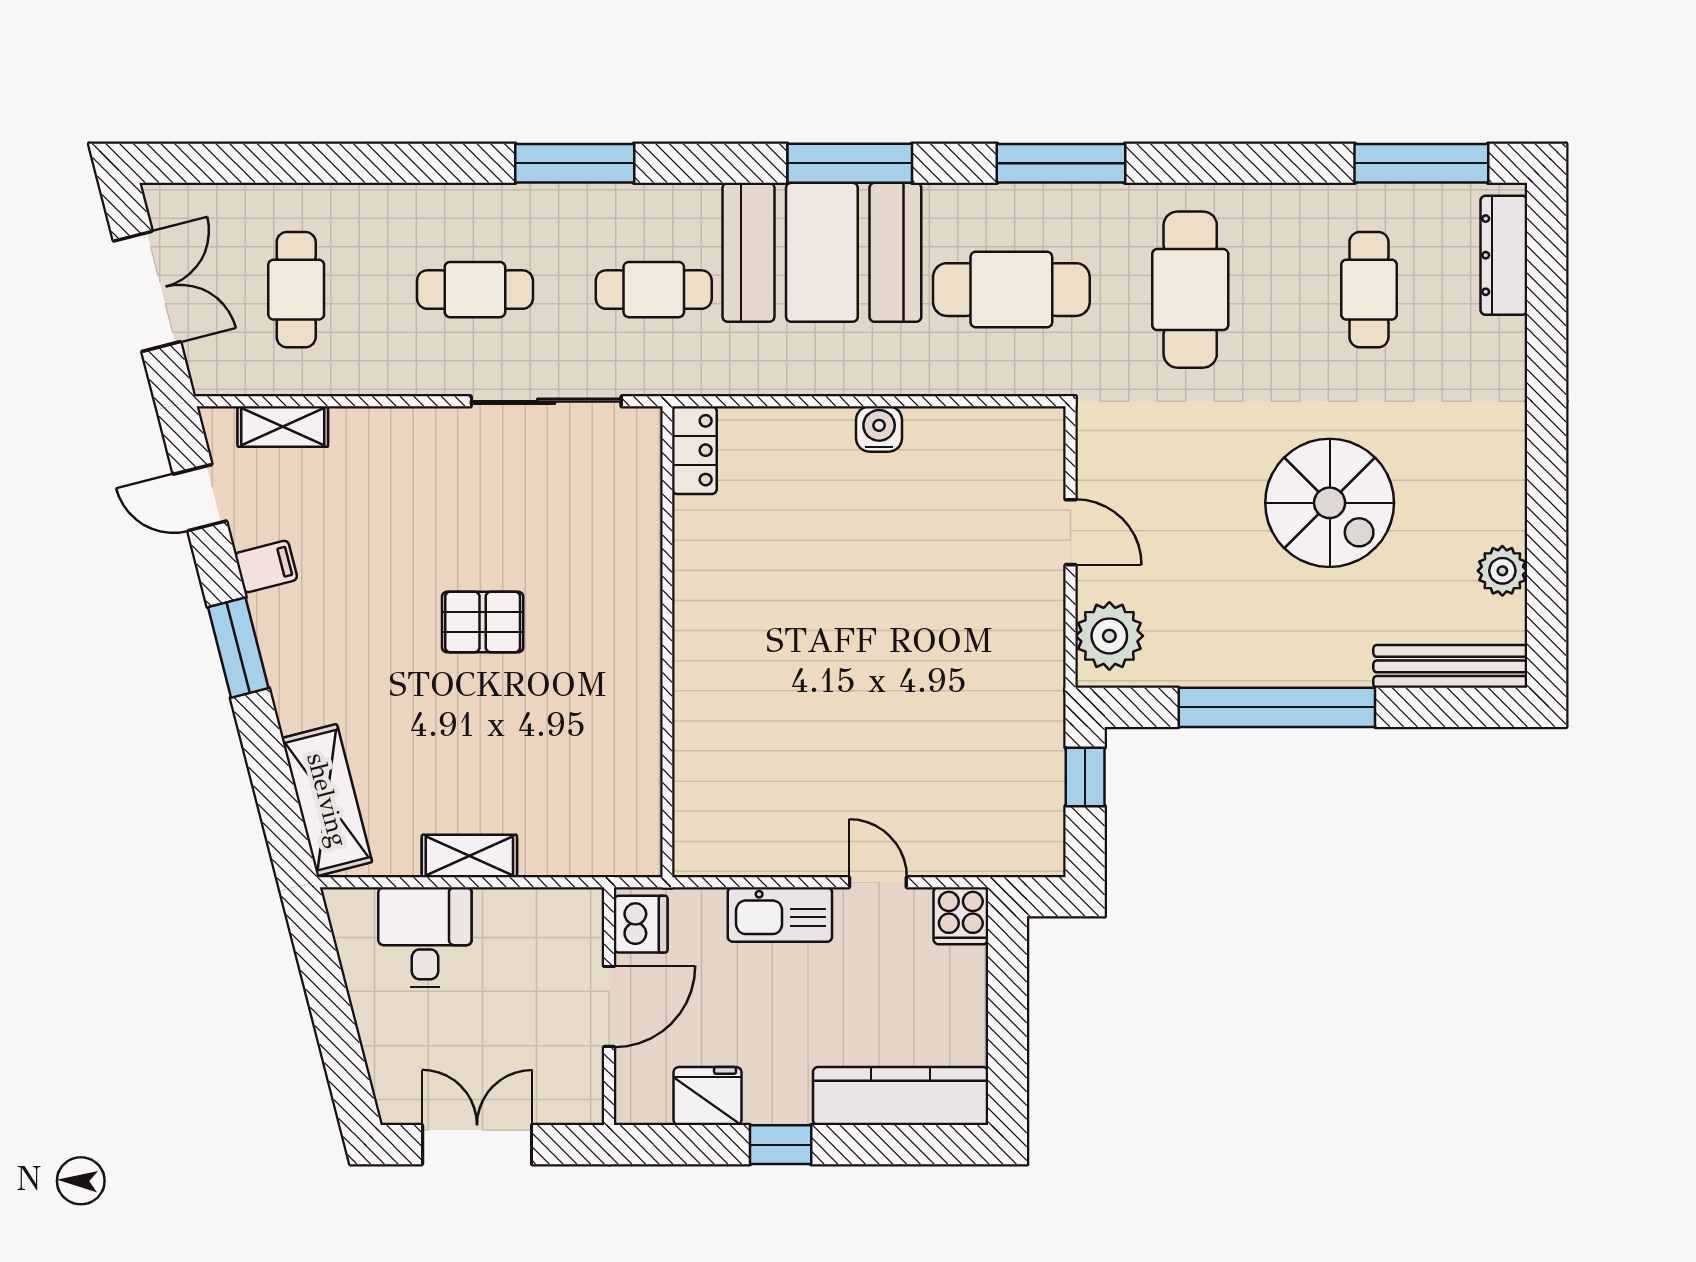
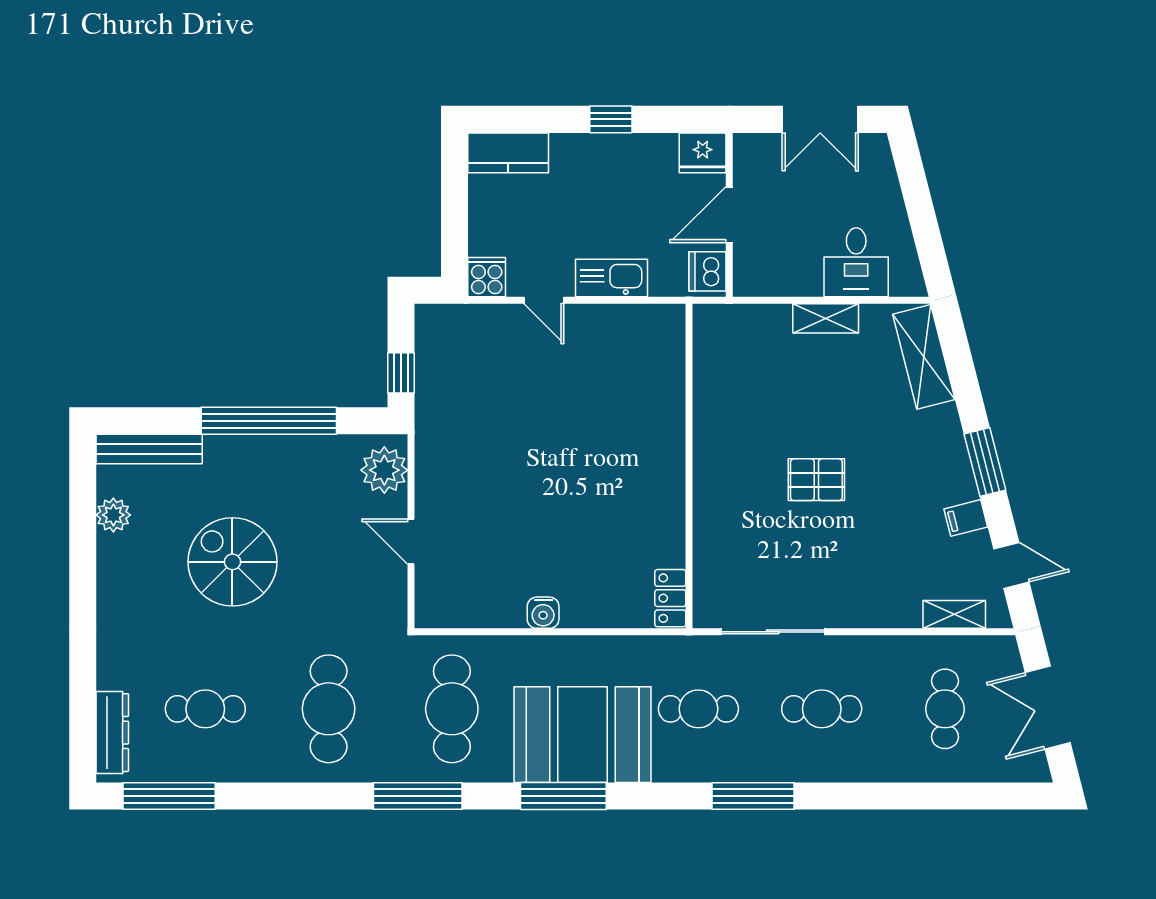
cafe table: (1011, 290) -> (452, 709), turned 90
cafe table: (1369, 290) -> (205, 709), turned 90
fridge: (707, 1096) -> (703, 153), moved
kitchen counter: (901, 1096) -> (508, 153), width x0.67

